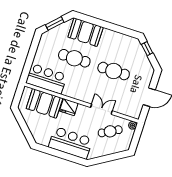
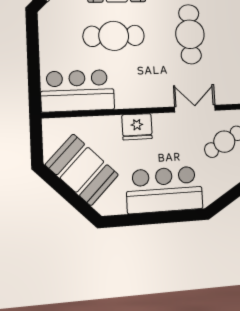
cafe table: (114, 71) -> (190, 34), turned 90
booth: (44, 103) -> (82, 170), moved, turned 45

